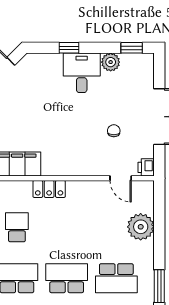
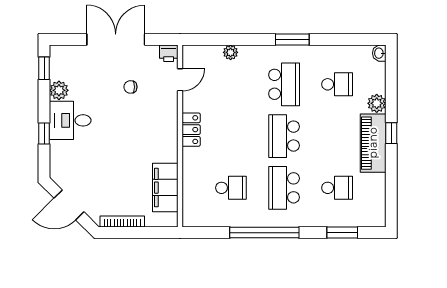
locker: (49, 189) -> (191, 130), moved
school desk: (17, 227) -> (231, 188), turned 180
plant: (141, 227) -> (231, 52), width x0.53, depth x0.53

